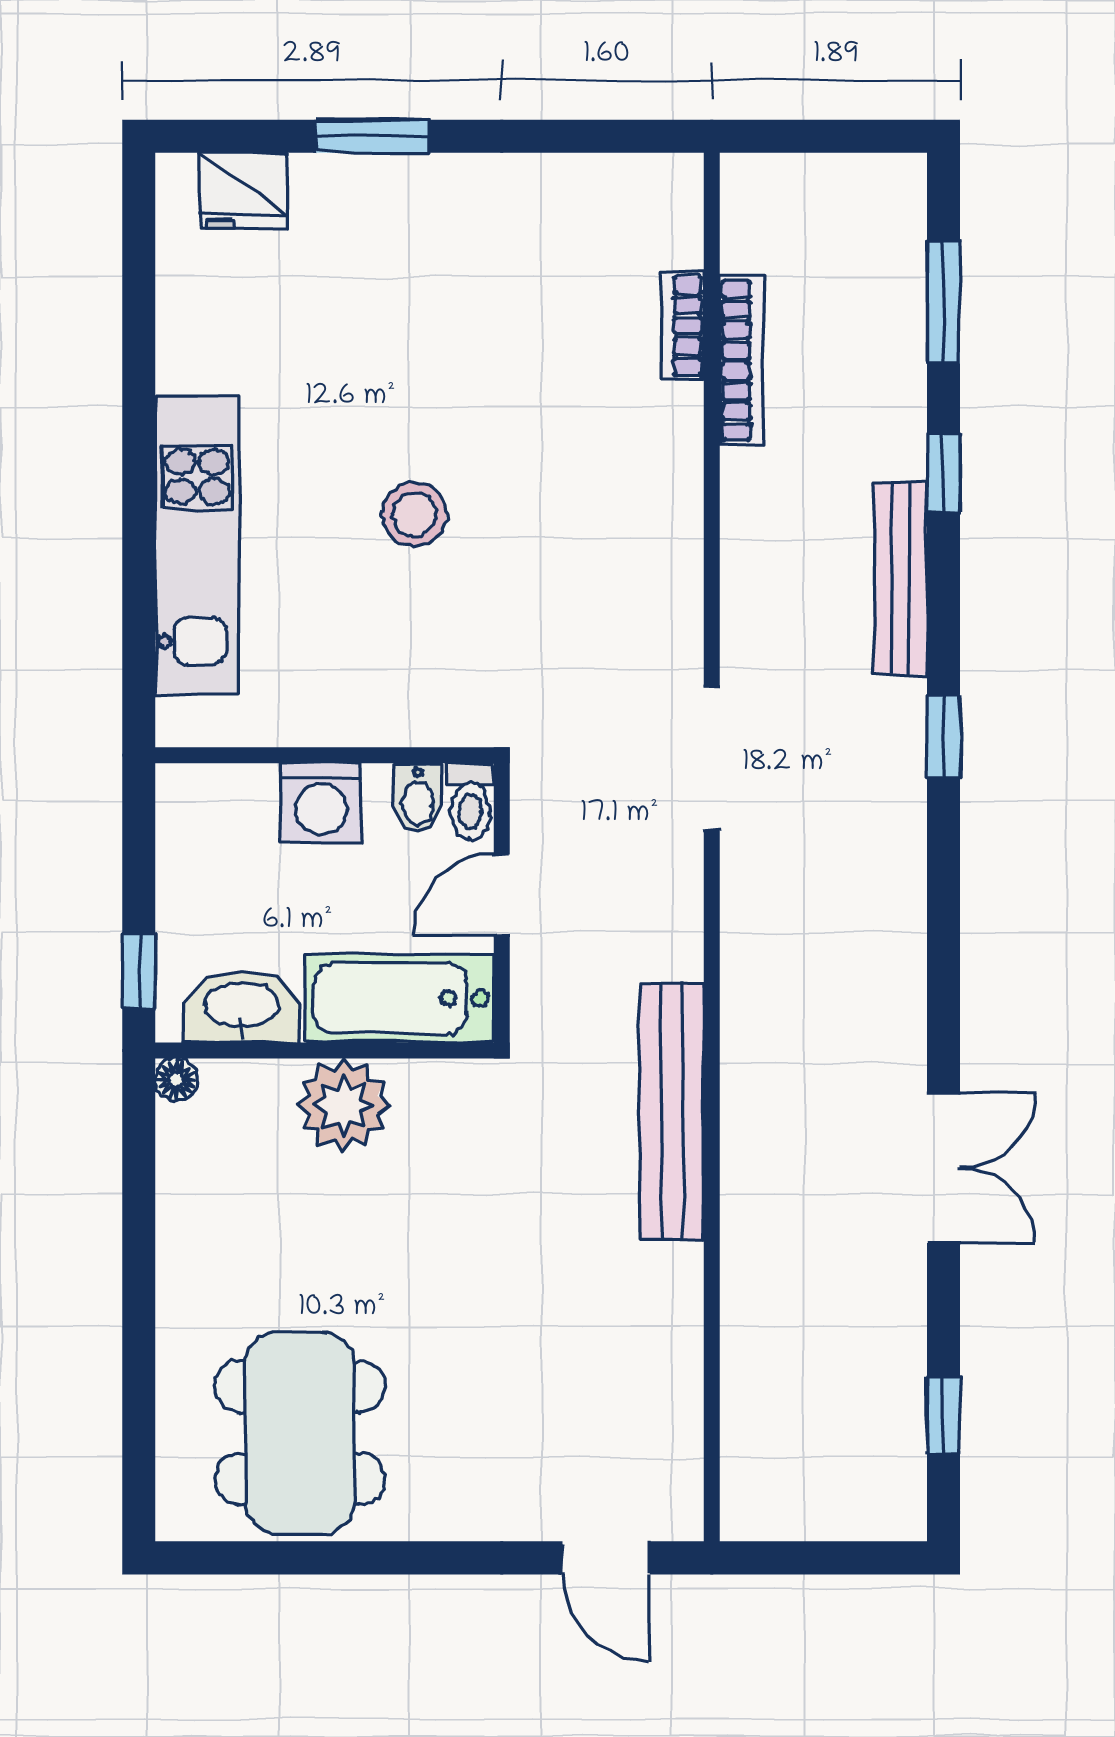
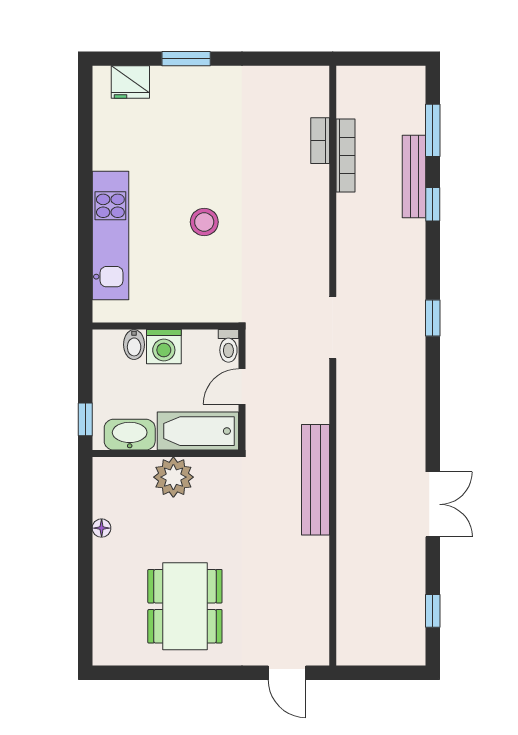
bench: (900, 579) -> (414, 176), moved
bidet: (418, 798) -> (134, 345), moved
floor lamp: (177, 1080) -> (102, 528), moved
dining table: (300, 1433) -> (185, 606), moved

